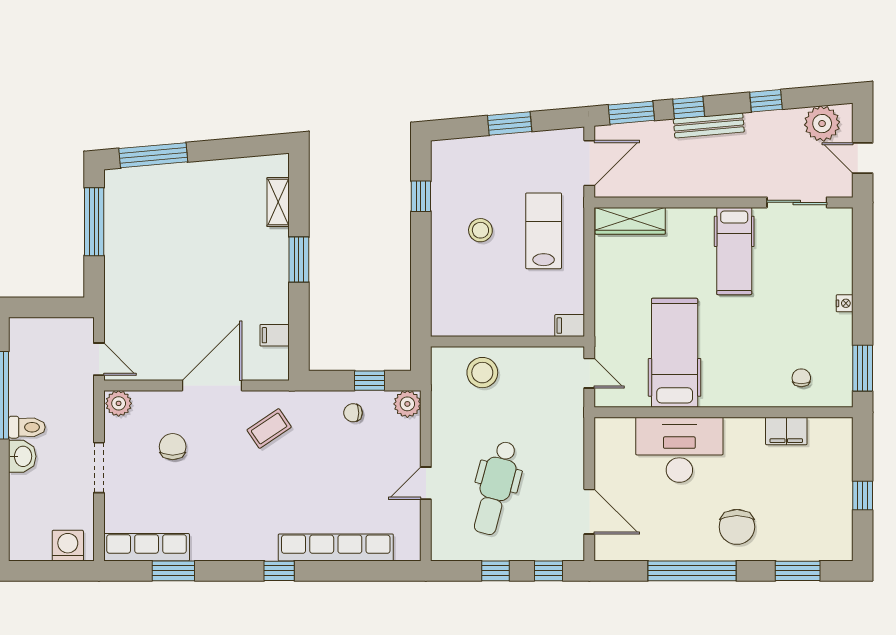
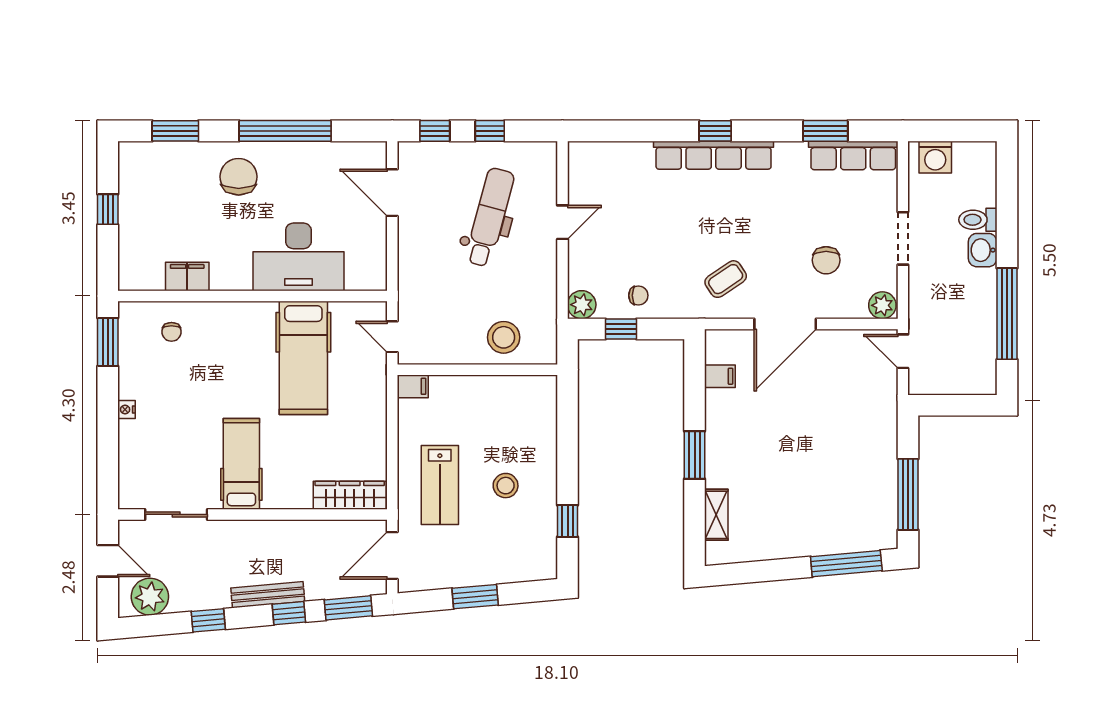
toilet: (27, 427) -> (978, 220), moved
row of seats: (336, 547) -> (714, 155), moved

